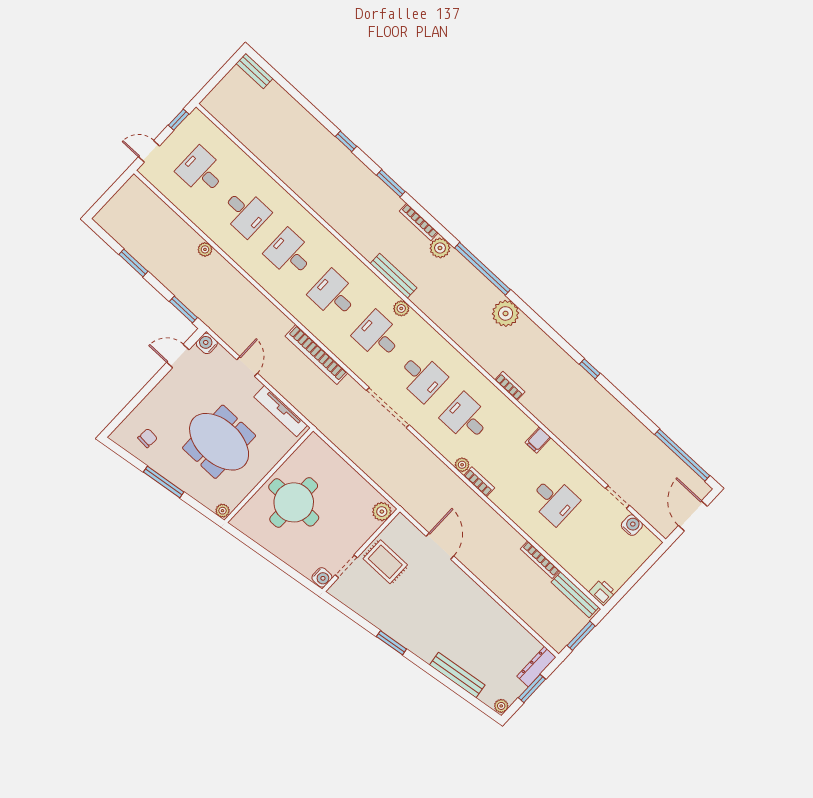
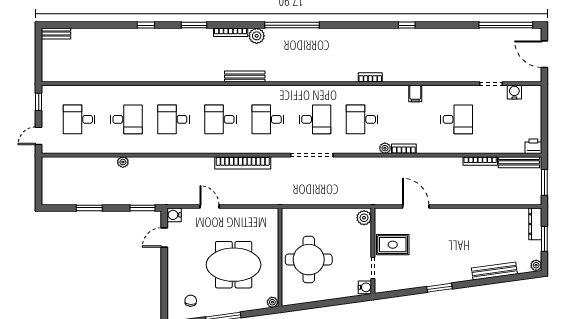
plant: (401, 308) -> (267, 91), removed
plant: (506, 313) -> (329, 38), removed
tv unit: (281, 411) -> (252, 214), removed

